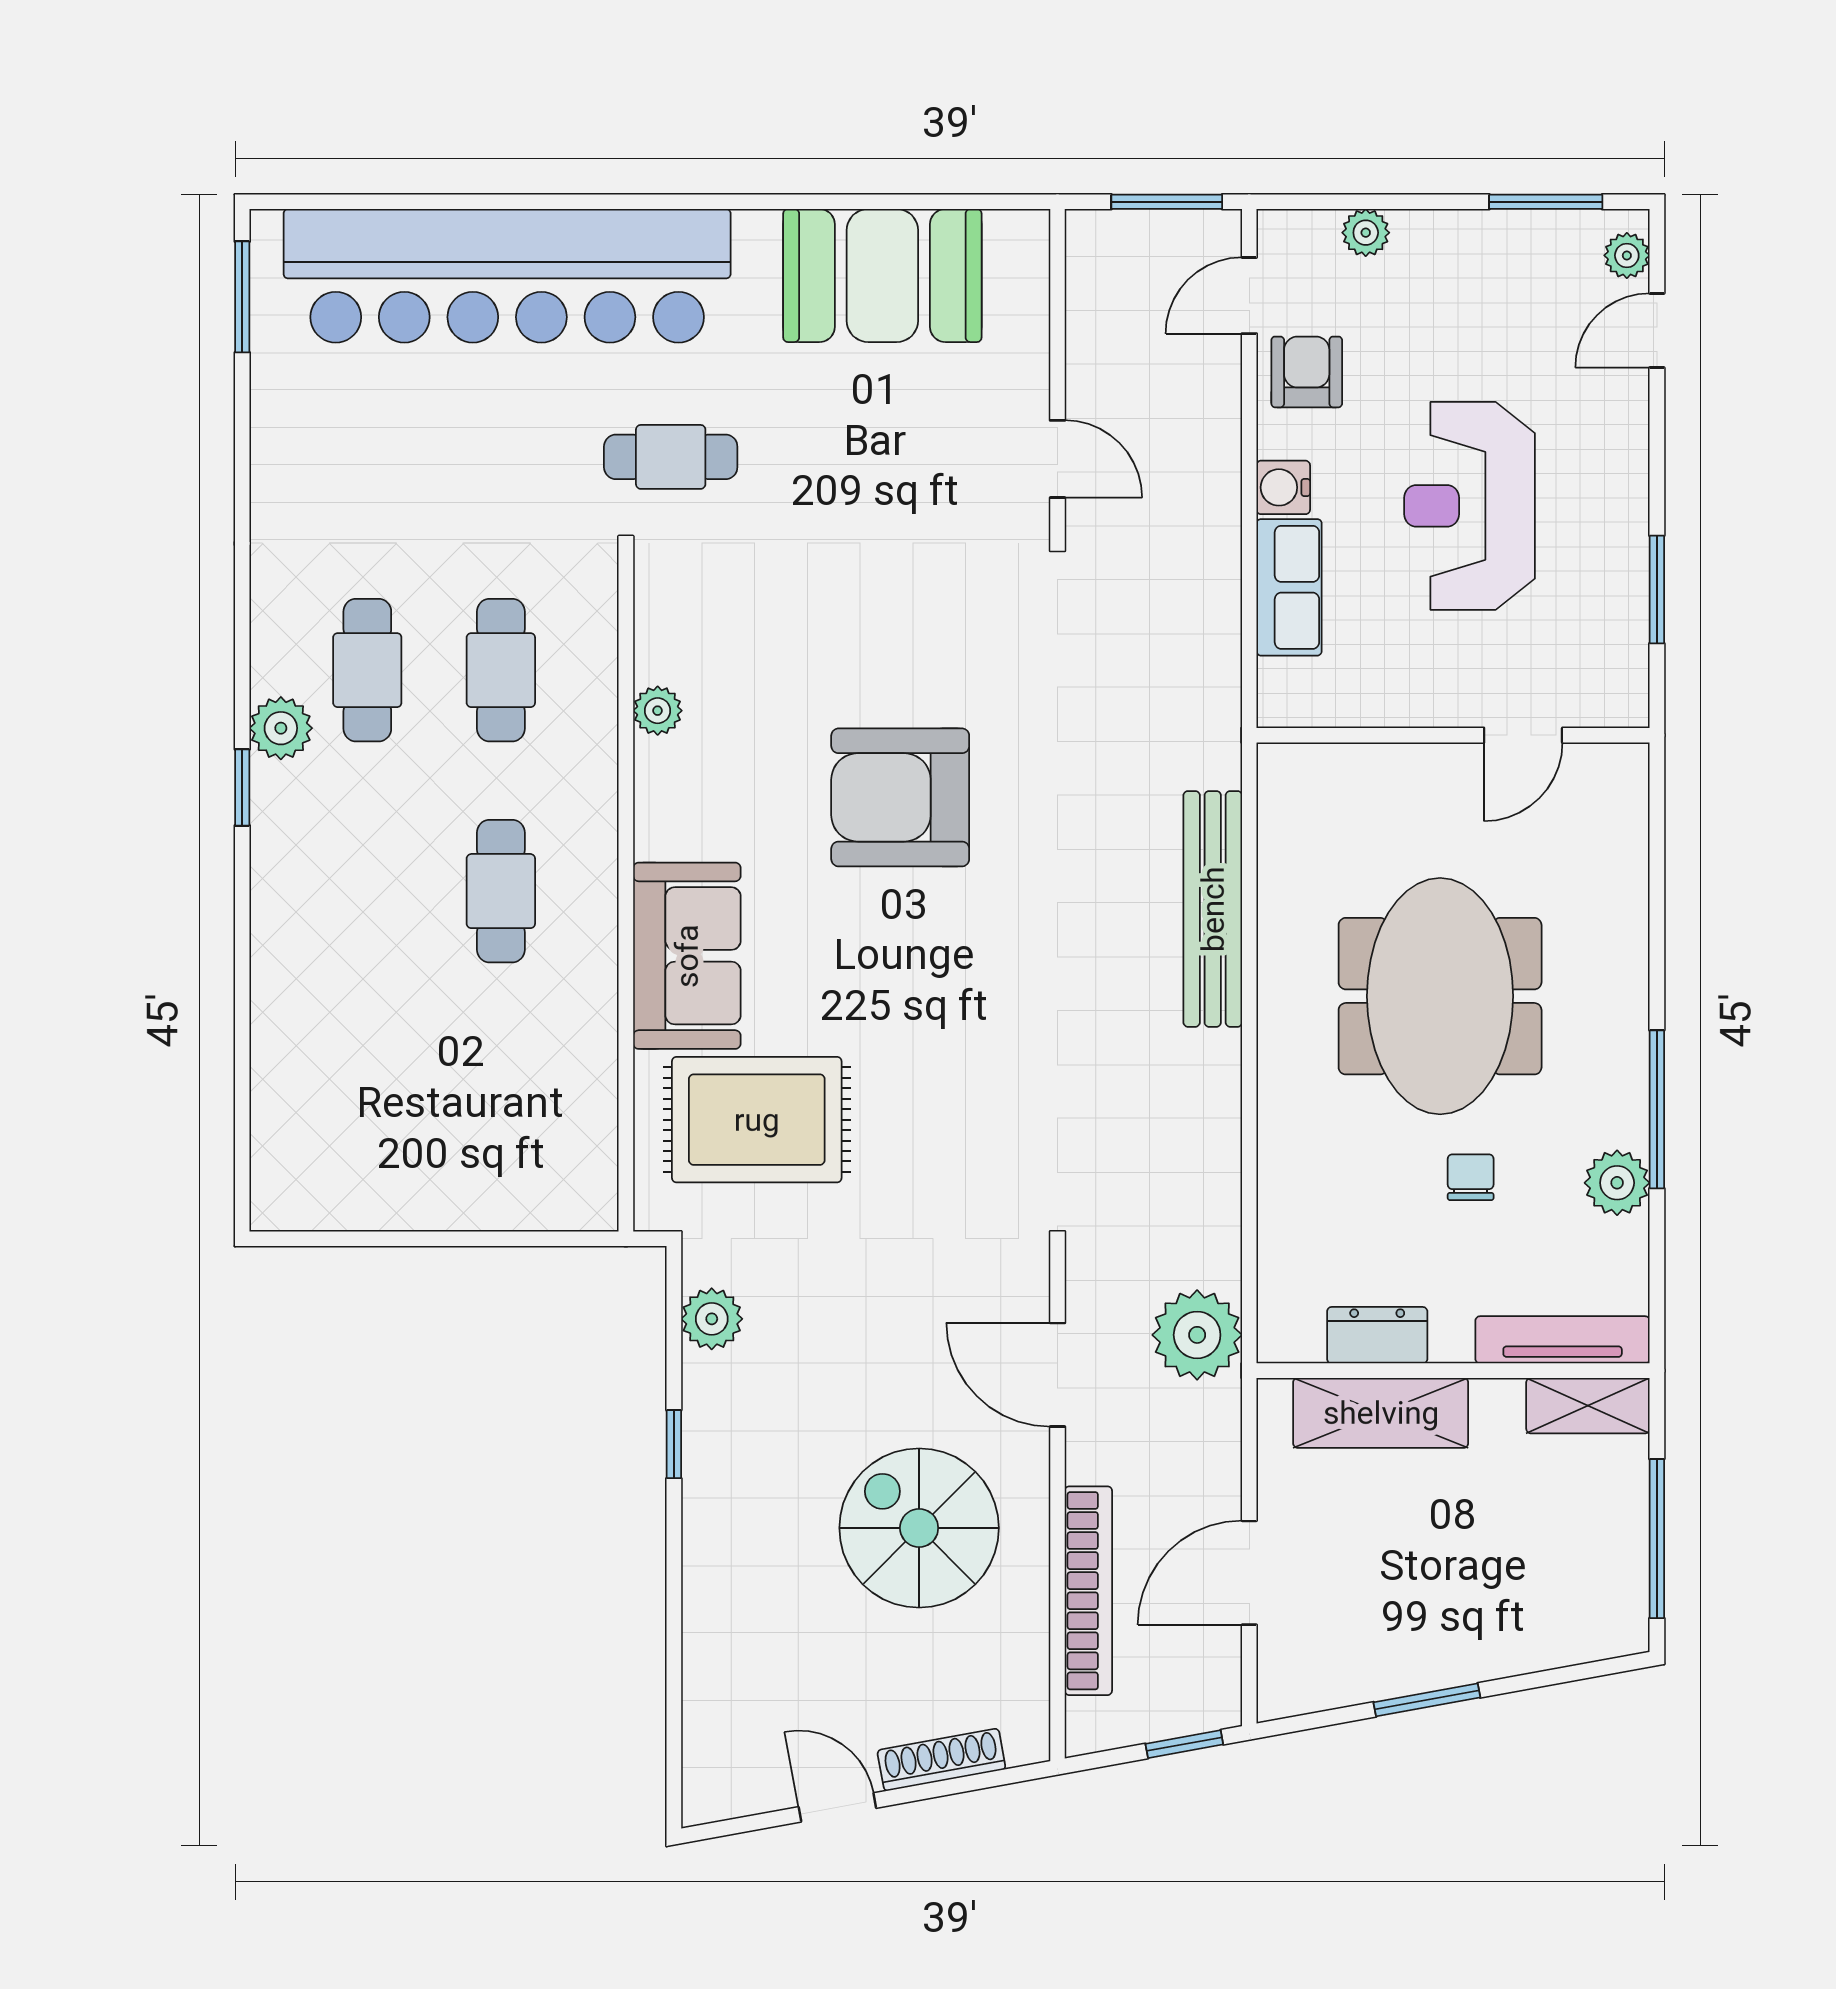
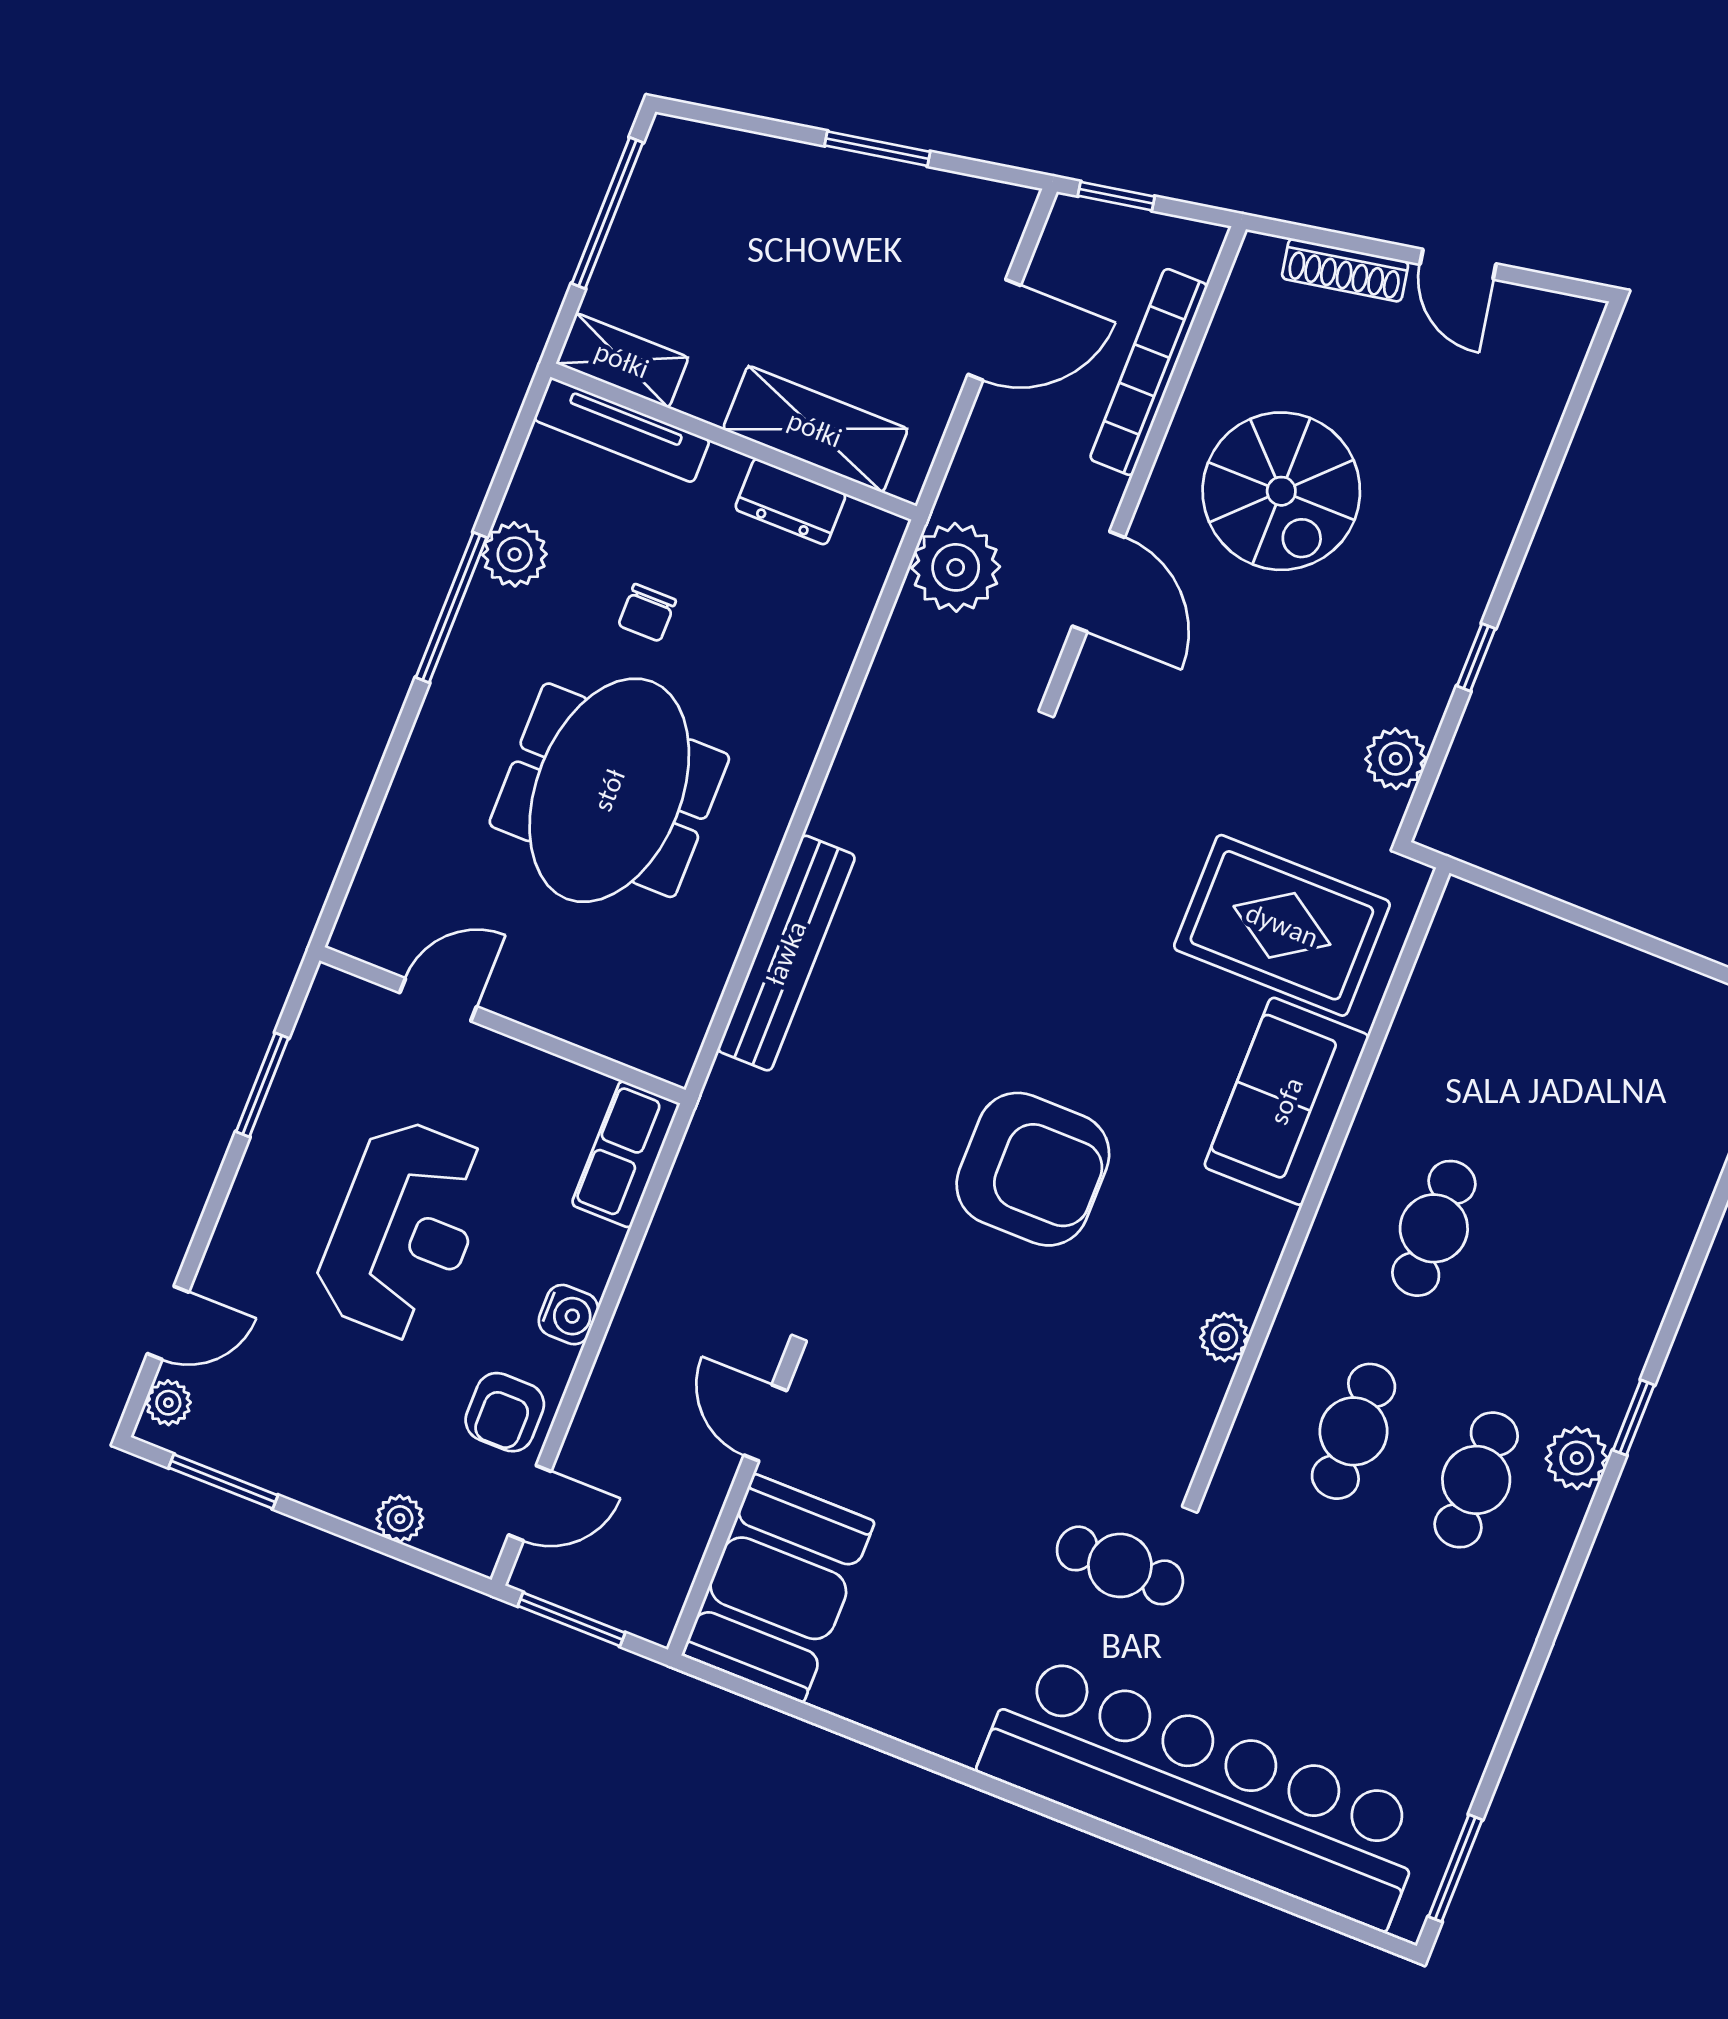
booth: (882, 276) -> (778, 1588), moved, turned 90
row of seats: (1289, 587) -> (626, 1154), moved

